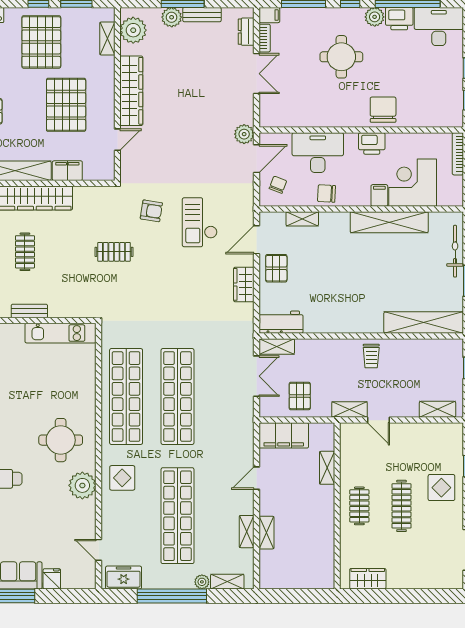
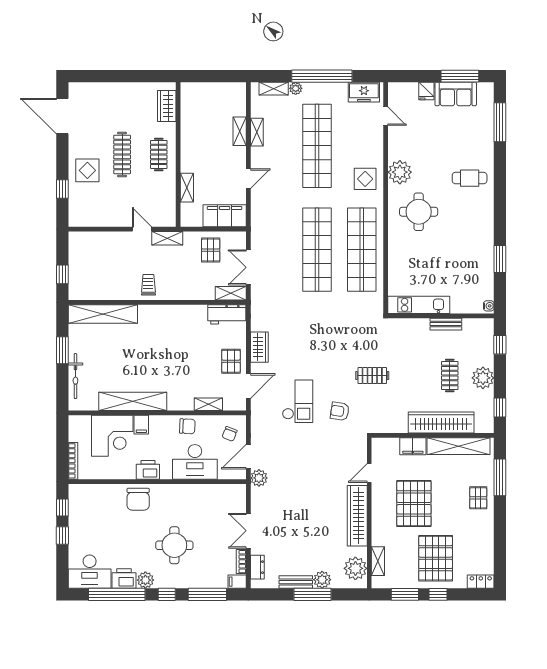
shelving: (438, 409) -> (91, 238), removed
wardrobe: (368, 579) -> (167, 106), moved, turned 90

